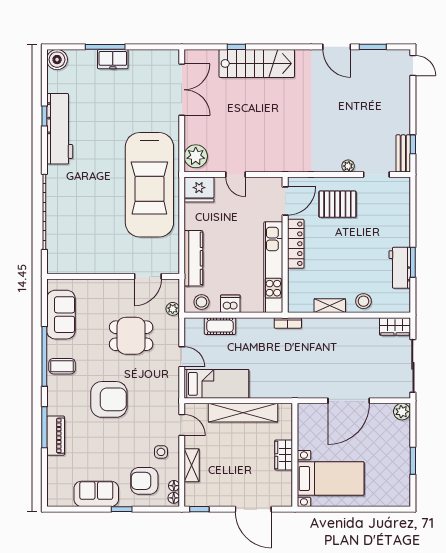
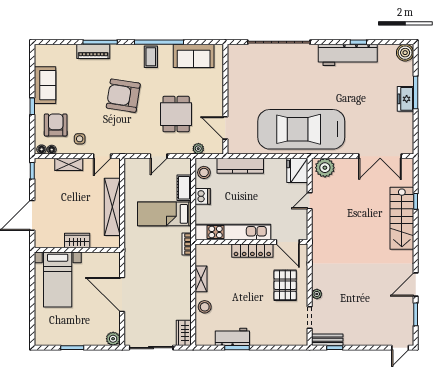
bed: (216, 384) -> (164, 214), moved, turned 90
armchair: (109, 399) -> (123, 96), turned 99

